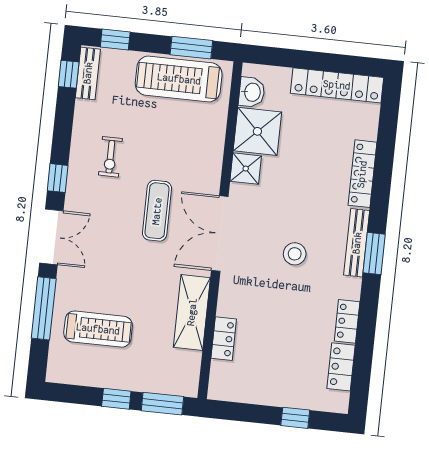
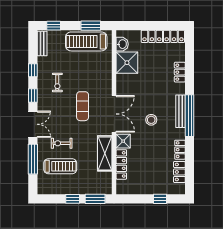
window: (69, 74) -> (33, 70), moved
shower: (246, 169) -> (123, 141), moved
locker: (362, 174) -> (180, 72), width x0.66
double door: (220, 233) -> (114, 114), swing flipped
window: (374, 253) -> (190, 116), width x2.11
exercise bike: (106, 282) -> (62, 143), added
locker: (224, 339) -> (121, 164), width x1.53

